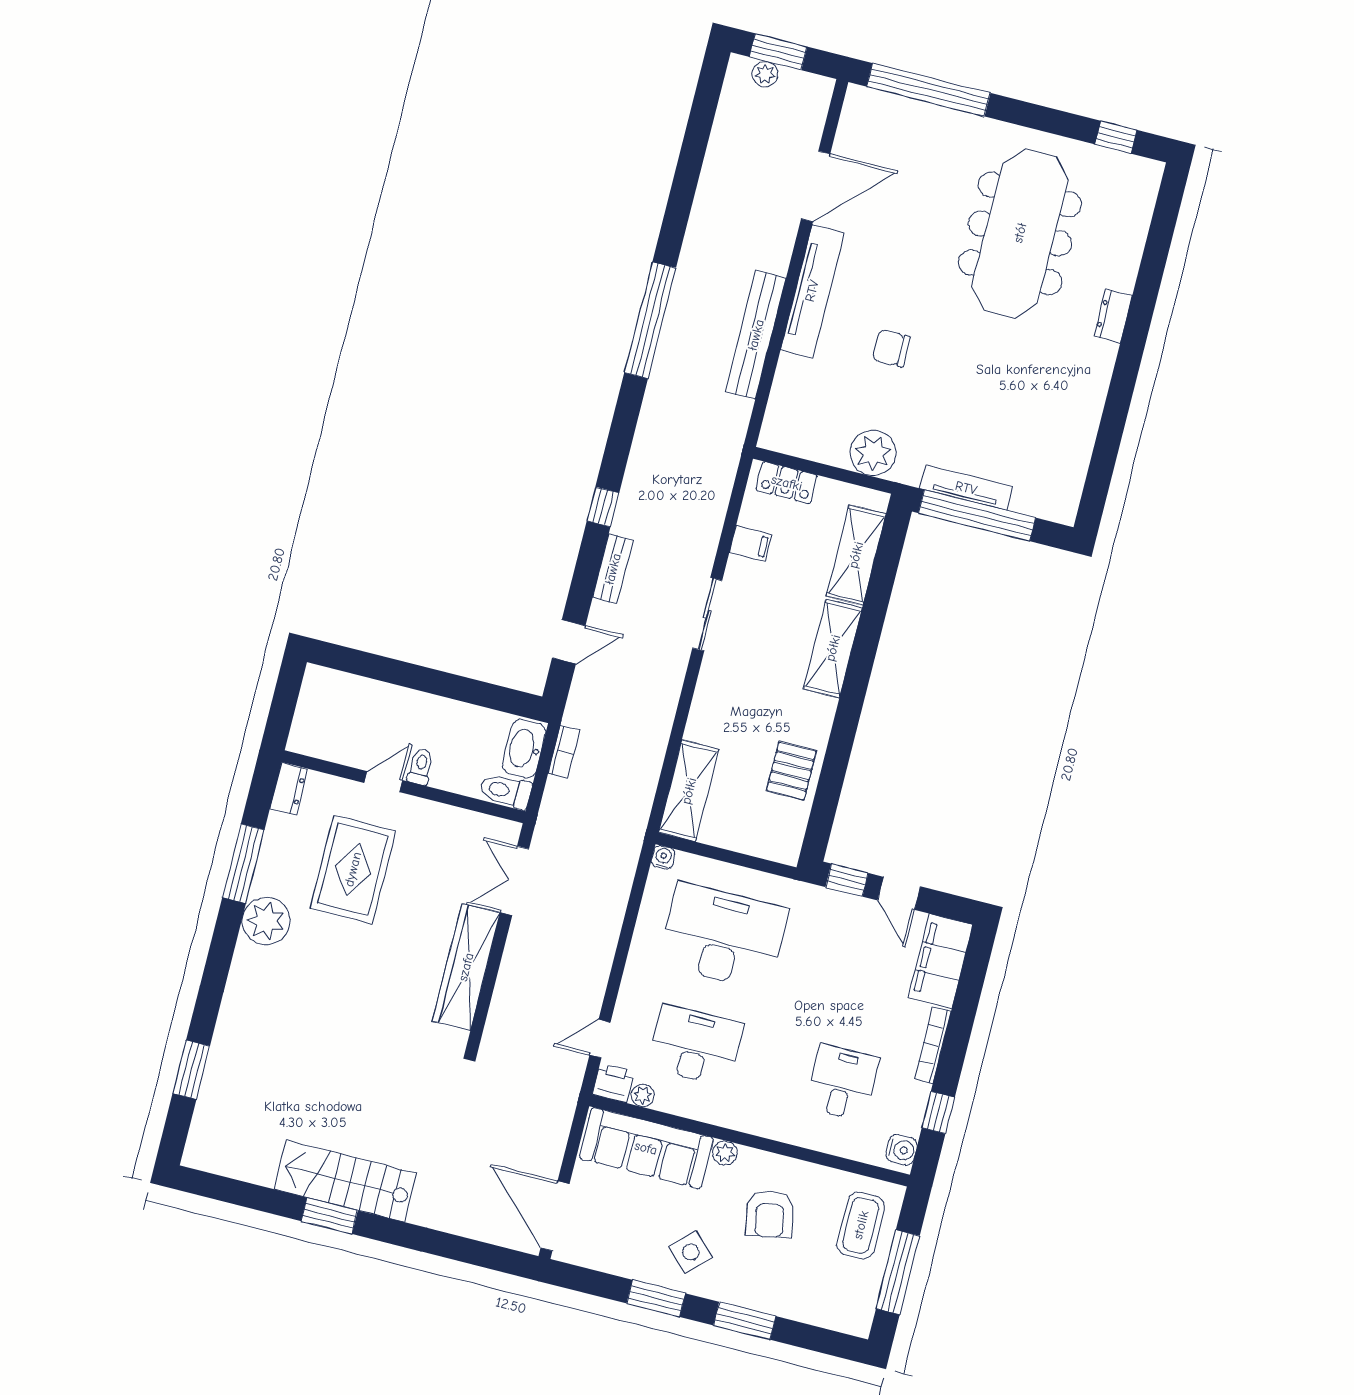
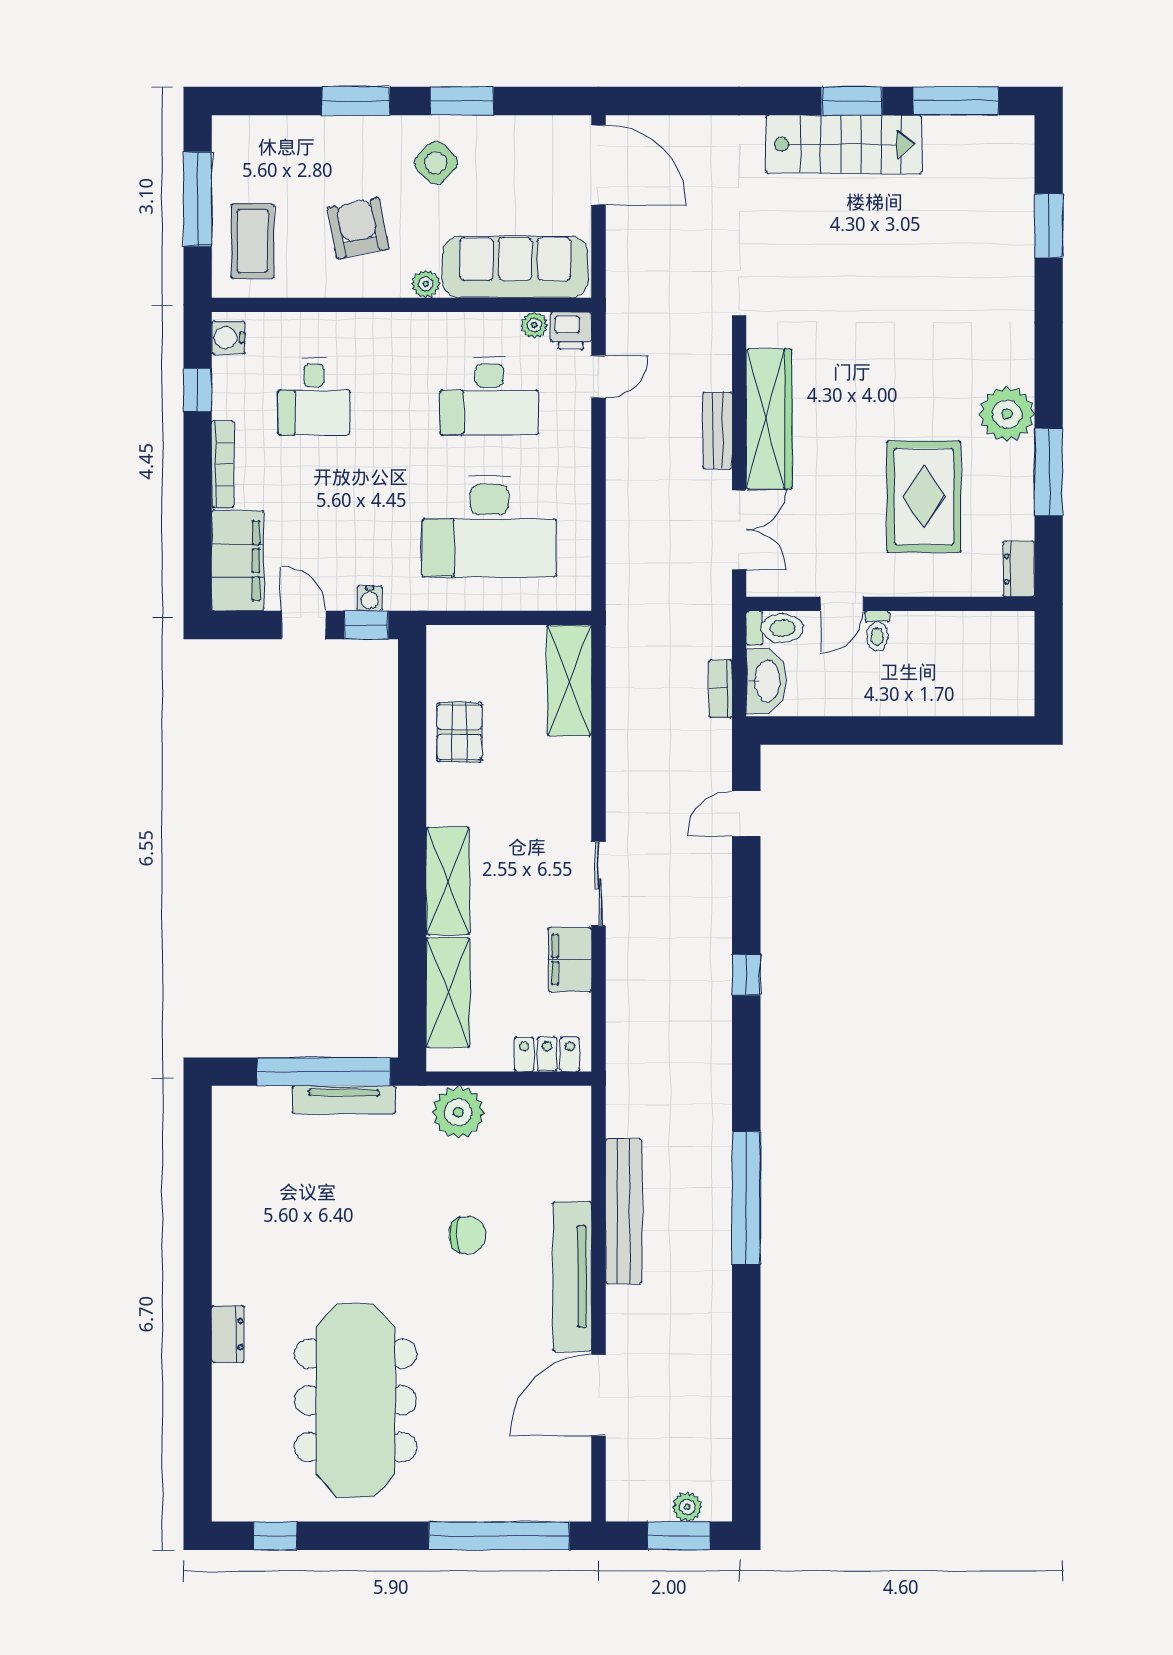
filing cabinet: (751, 543) -> (570, 960), width x2.00
bench: (613, 569) -> (718, 430), moved
door: (383, 782) -> (842, 604), moved
water cooler: (663, 857) -> (370, 598), moved
window: (243, 1194) -> (956, 101), added

